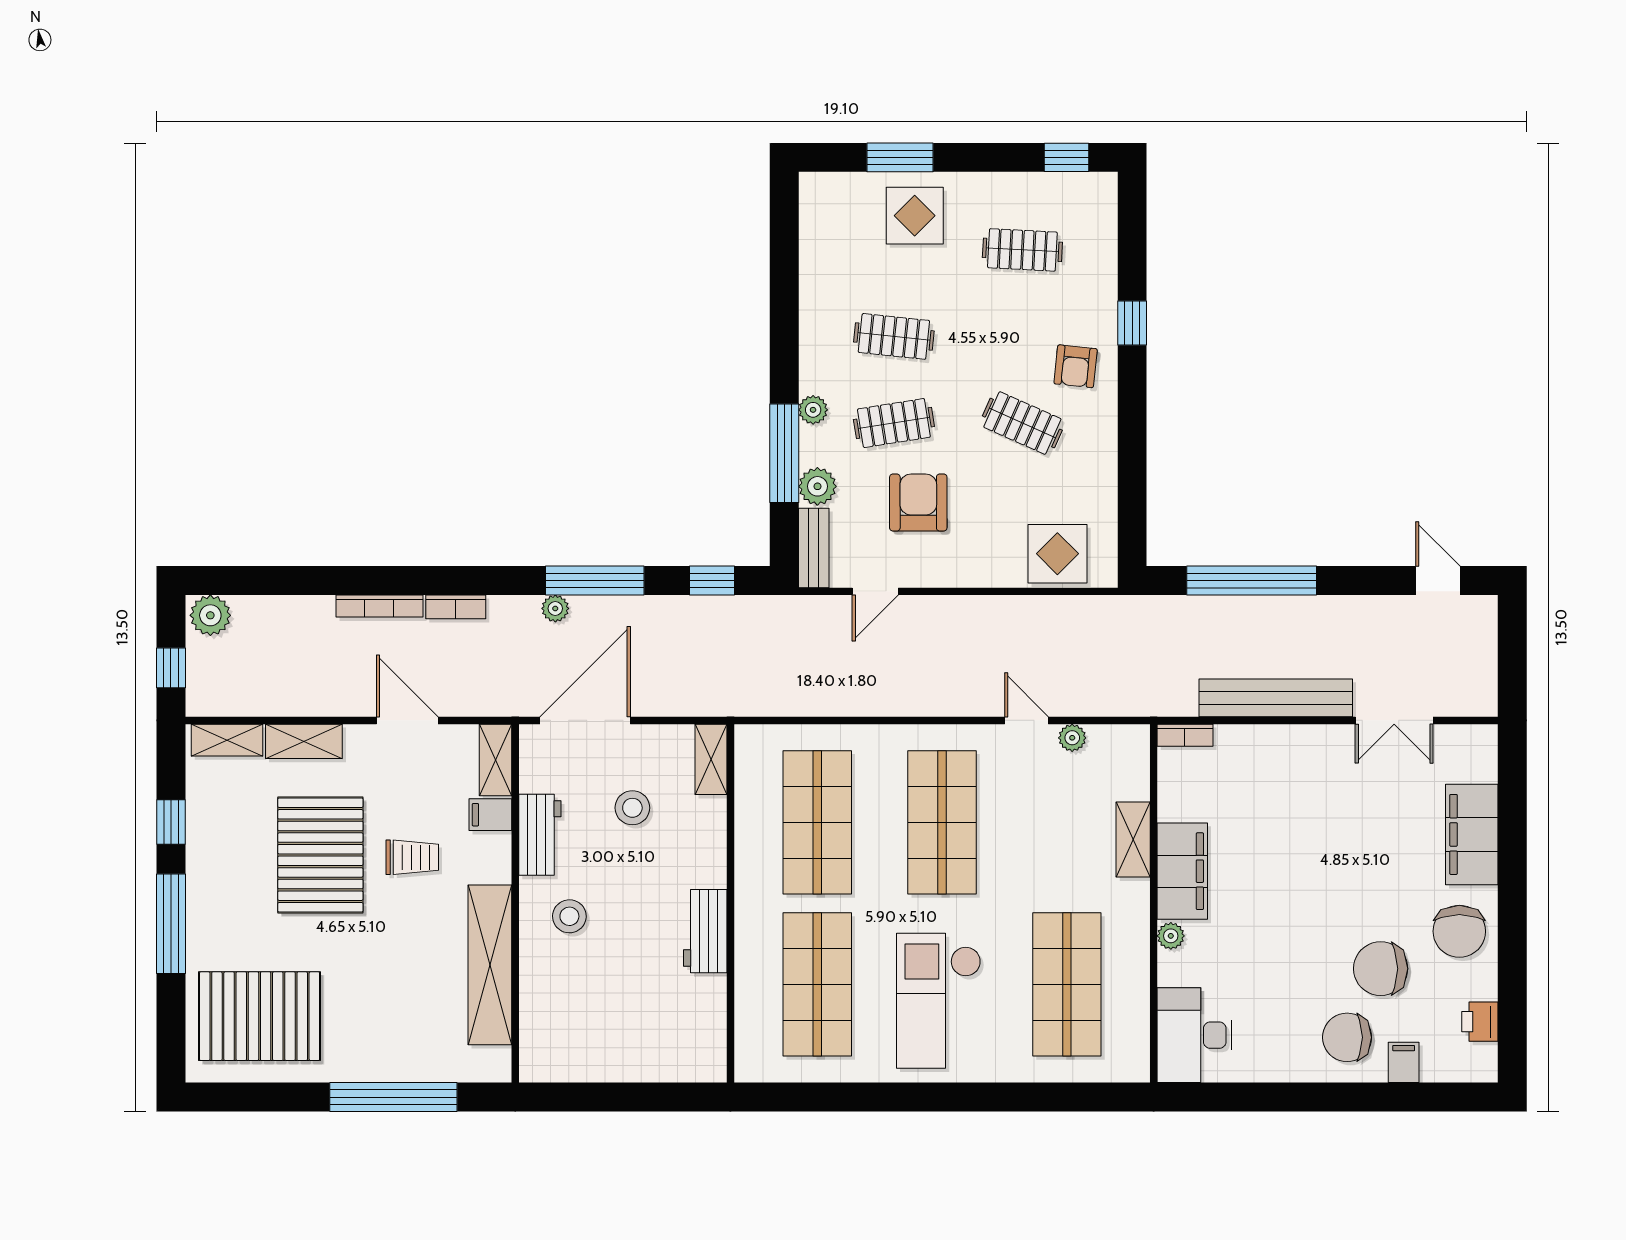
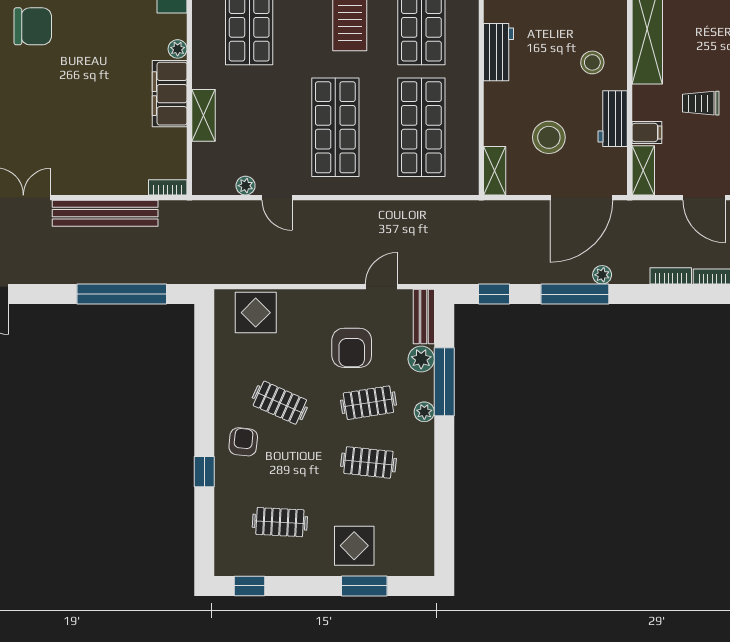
stool: (632, 808) -> (549, 137), width x1.38, depth x1.38

